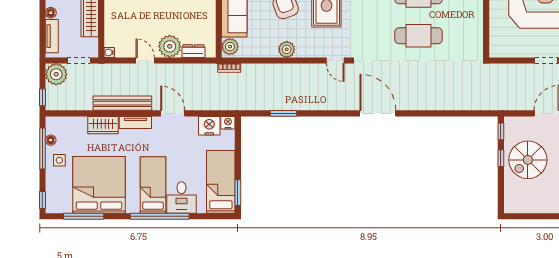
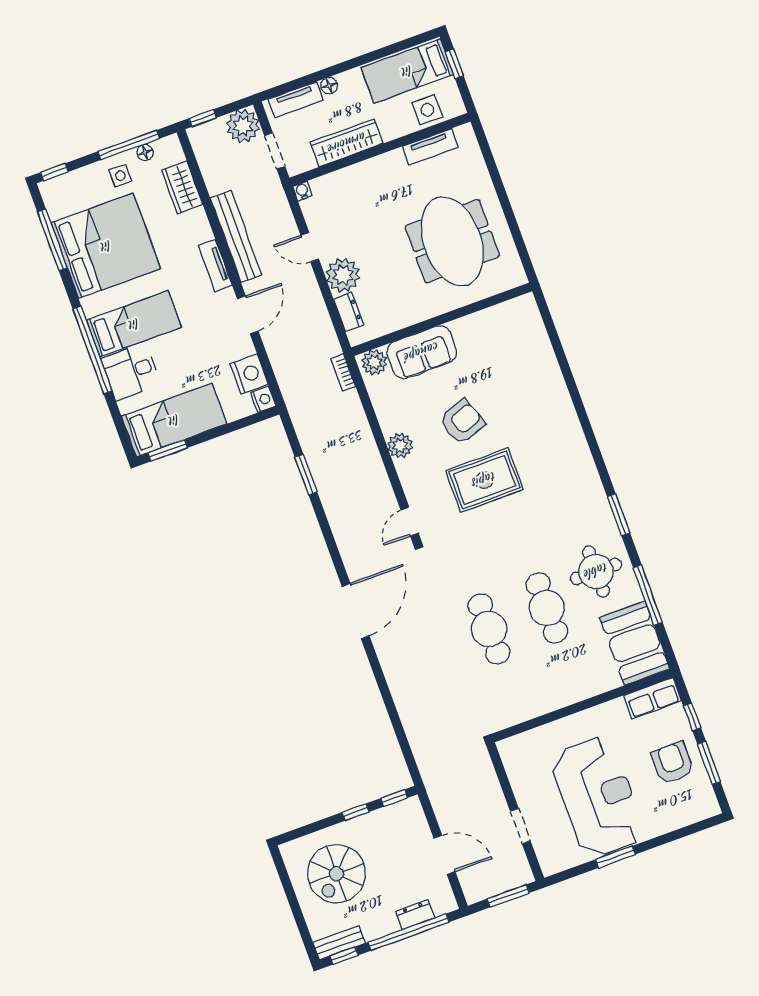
door: (145, 60) -> (310, 247), swing flipped
wardrobe: (103, 125) -> (182, 187), moved
spiral stairs: (528, 160) -> (336, 874), moved, turned -90

